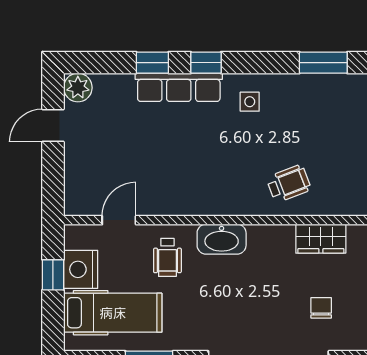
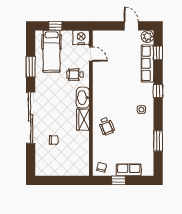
window: (152, 63) -> (158, 53), moved
row of seats: (179, 87) -> (148, 63), moved
wardrobe: (321, 239) -> (83, 120), moved
nightstand: (81, 269) -> (81, 38), moved
window: (53, 275) -> (56, 26), moved

